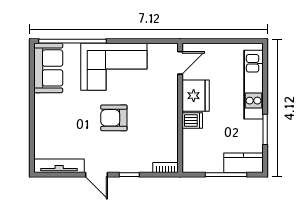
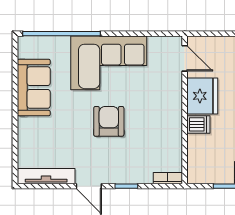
door: (180, 63) -> (185, 58), hinge flipped
sofa: (48, 68) -> (34, 88), moved
armchair: (114, 118) -> (109, 121), turned 90

